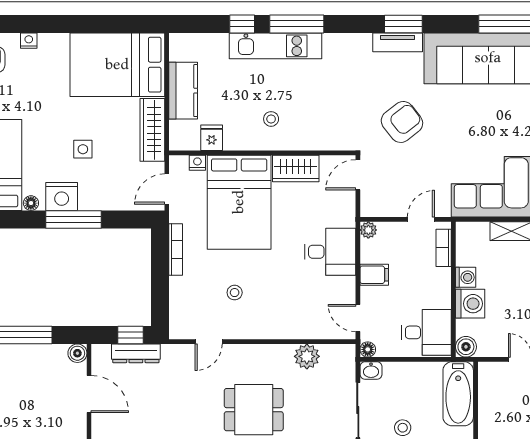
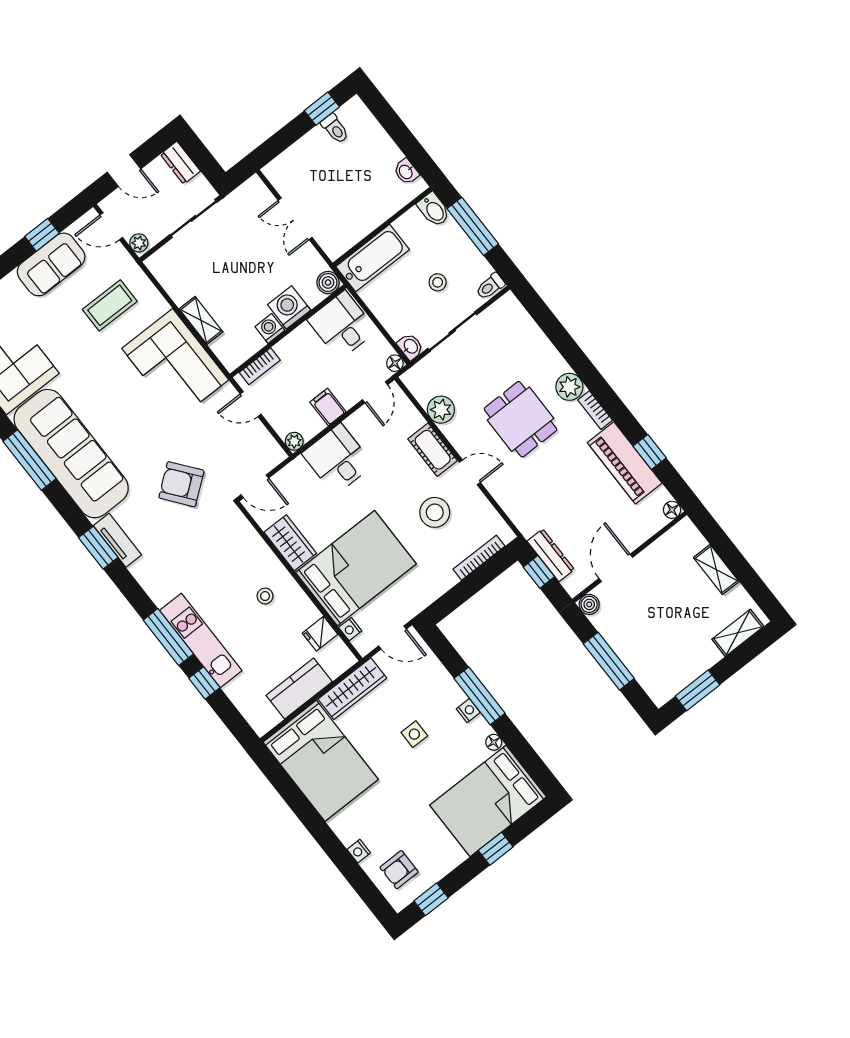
nightstand: (62, 196) -> (468, 711), width x0.53, depth x0.56
bookcase: (176, 250) -> (479, 558), moved
stool: (235, 293) -> (435, 512), width x1.89, depth x1.89
cot: (282, 327) -> (433, 450), added
door: (209, 342) -> (470, 472), moved

